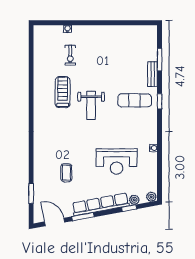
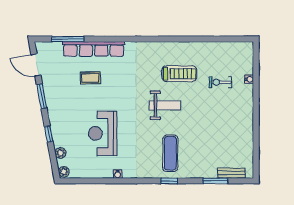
bench: (152, 74) -> (231, 173), moved
weight bench: (91, 105) -> (165, 105), turned 180
window: (31, 193) -> (68, 39), width x1.44
row of seats: (101, 204) -> (94, 49), moved, turned 100
window: (129, 208) -> (49, 134), moved
door: (55, 222) -> (36, 65), swing flipped

